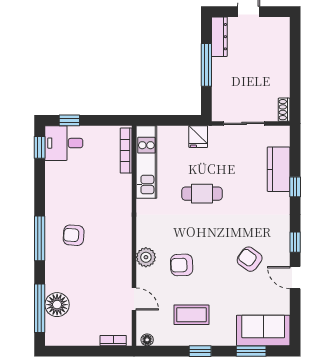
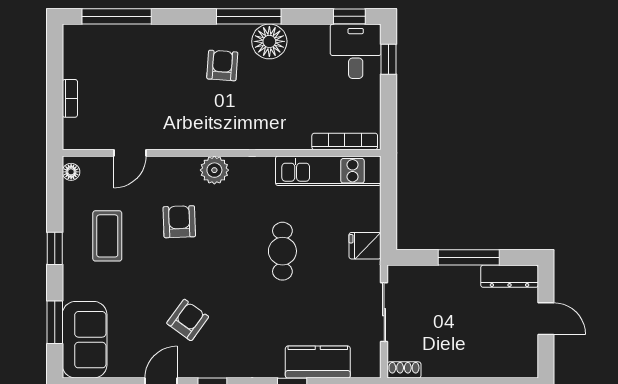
window: (40, 238) -> (249, 16), moved
plant: (146, 257) -> (214, 170), moved
floor lamp: (57, 305) -> (269, 41), moved
bookcase: (113, 341) -> (70, 98), moved

